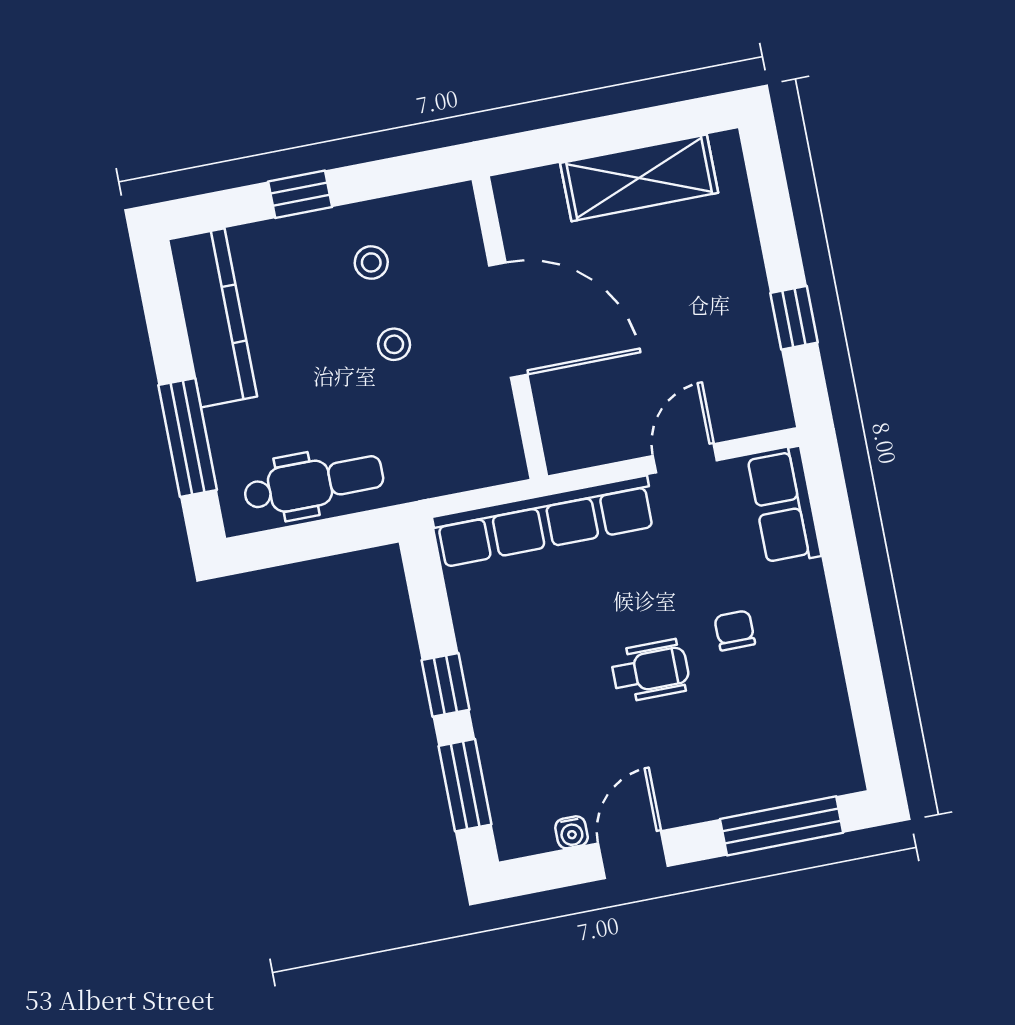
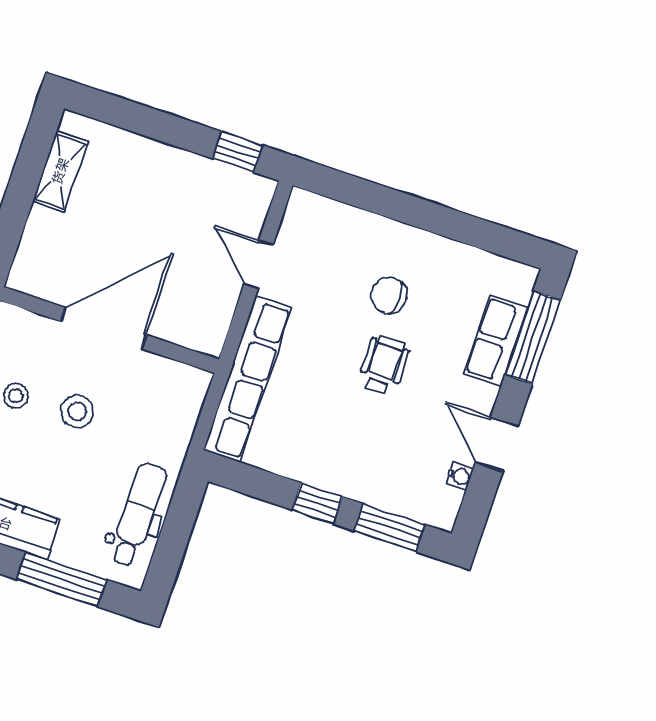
shelving: (639, 178) -> (60, 171), width x0.67, depth x0.75
window: (794, 318) -> (238, 152), moved
stool: (394, 344) -> (77, 411), width x1.37, depth x1.37
row of seats: (784, 506) -> (496, 341), moved, turned 90
chair: (735, 630) -> (389, 296), width x1.37, depth x1.37

